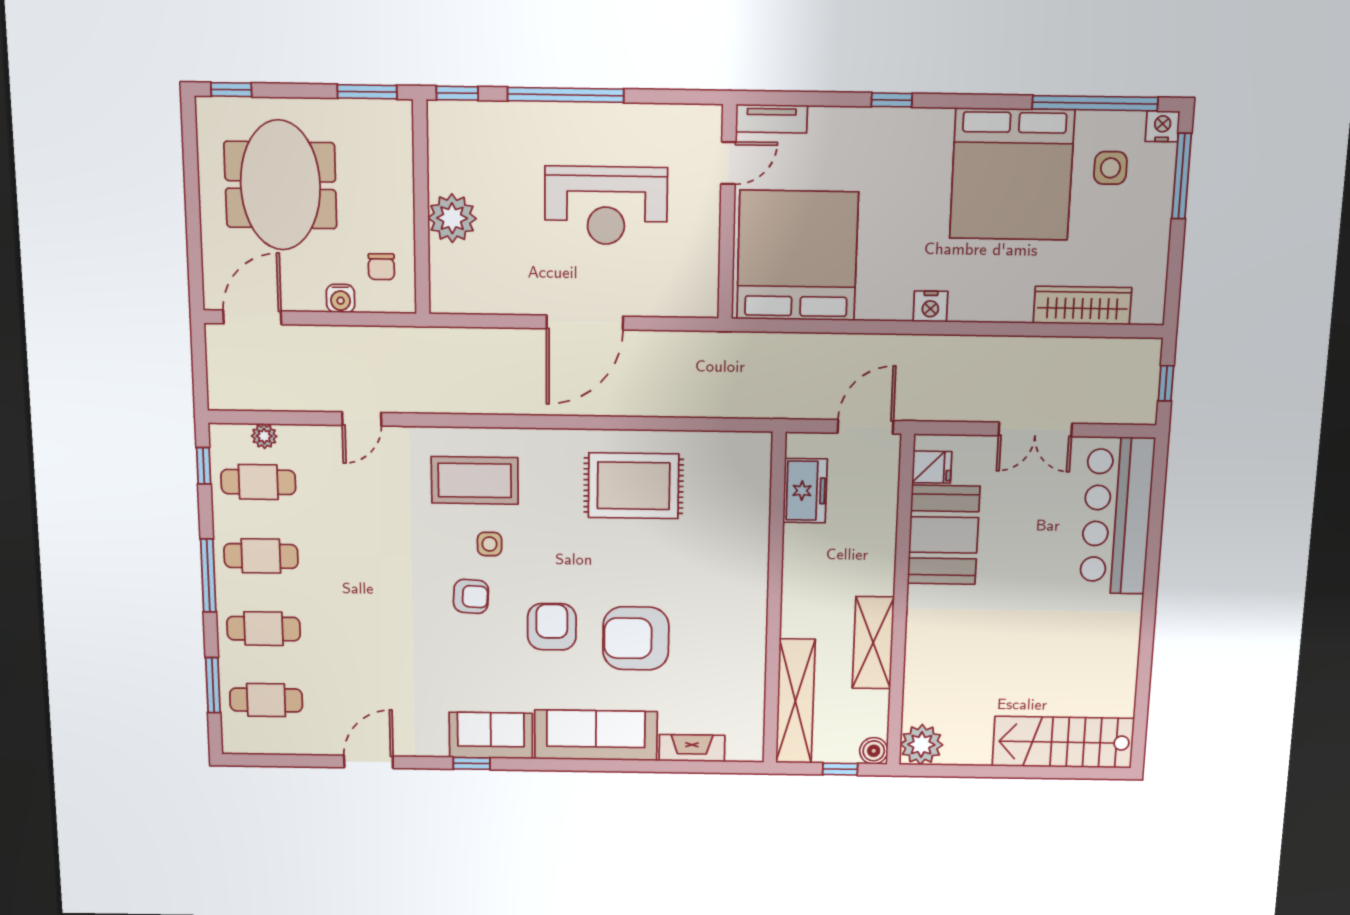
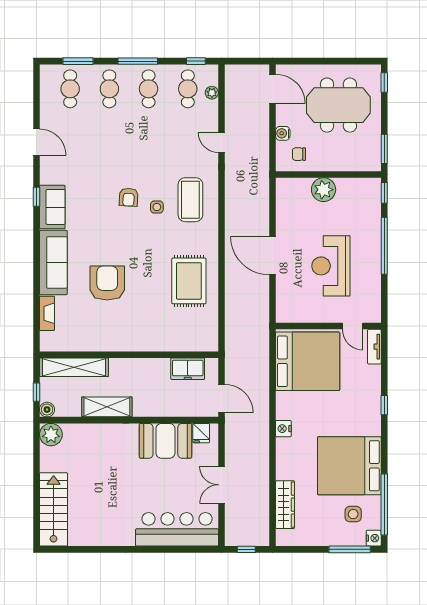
armchair: (552, 627) -> (113, 239), removed

